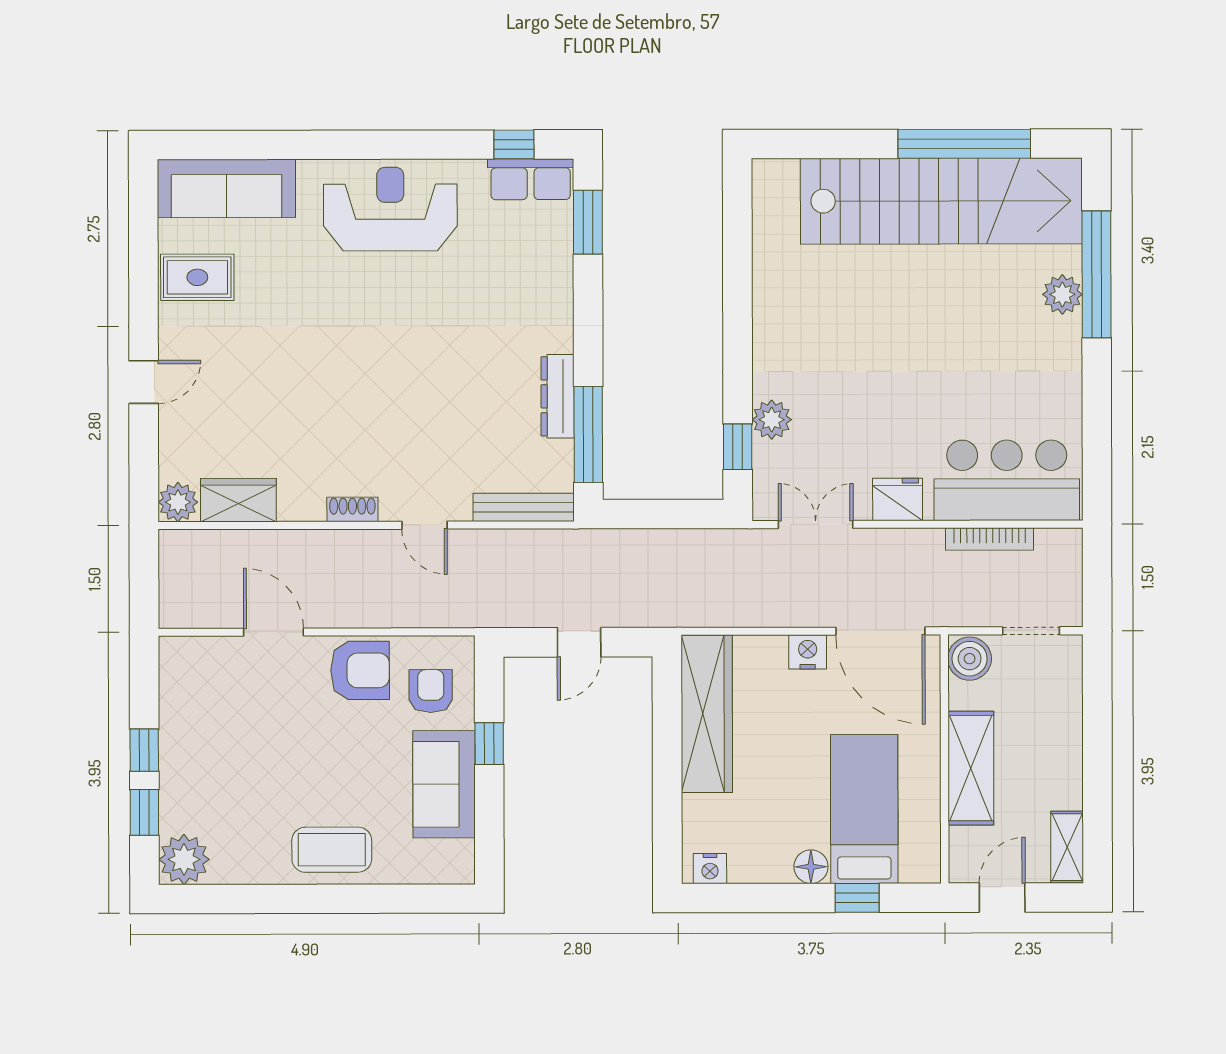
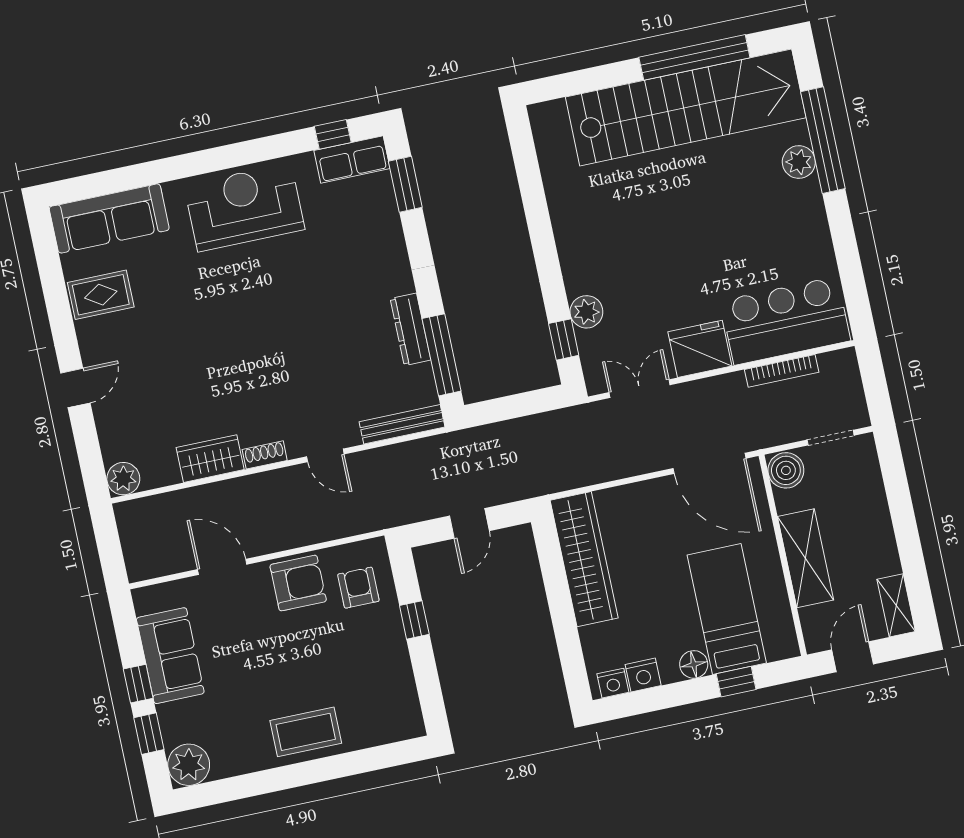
fridge: (898, 499) -> (700, 349), width x1.36, depth x1.34
wardrobe: (238, 500) -> (210, 459), moved
nightstand: (808, 652) -> (643, 675), moved, turned 180
sofa: (444, 784) -> (170, 656), moved, turned 180

